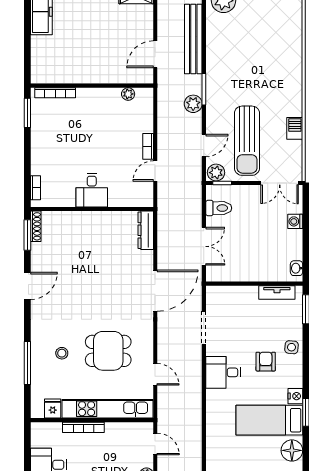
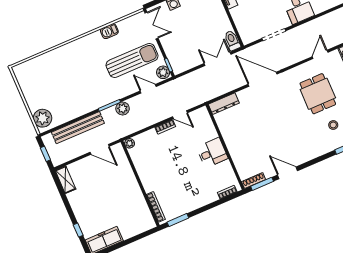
plant: (128, 94) -> (130, 143), moved
toilet: (219, 208) -> (232, 40), moved
door: (27, 286) -> (288, 173), moved

